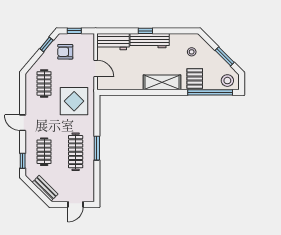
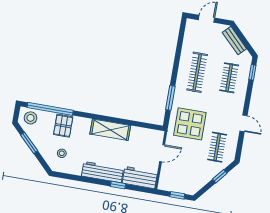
window: (145, 31) -> (118, 185), moved
window: (46, 44) -> (220, 176), moved
armchair: (65, 52) -> (190, 176), removed
door: (96, 69) -> (162, 153), swing flipped
shelving: (162, 82) -> (110, 130), moved
door: (23, 123) -> (244, 123), moved
window: (97, 148) -> (170, 98), moved

